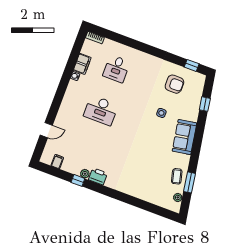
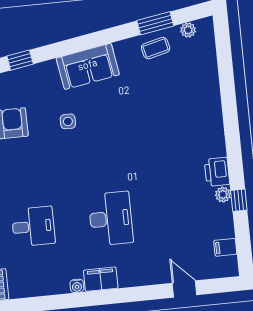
filing cabinet: (82, 64) -> (101, 279), moved

